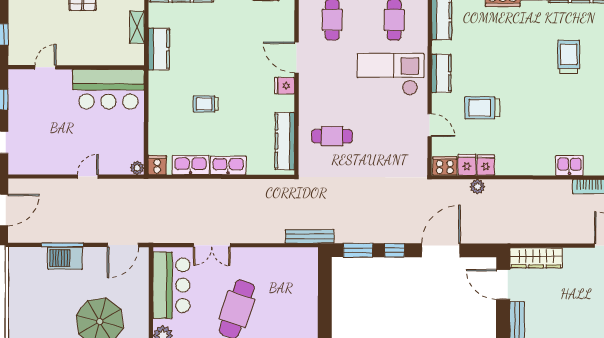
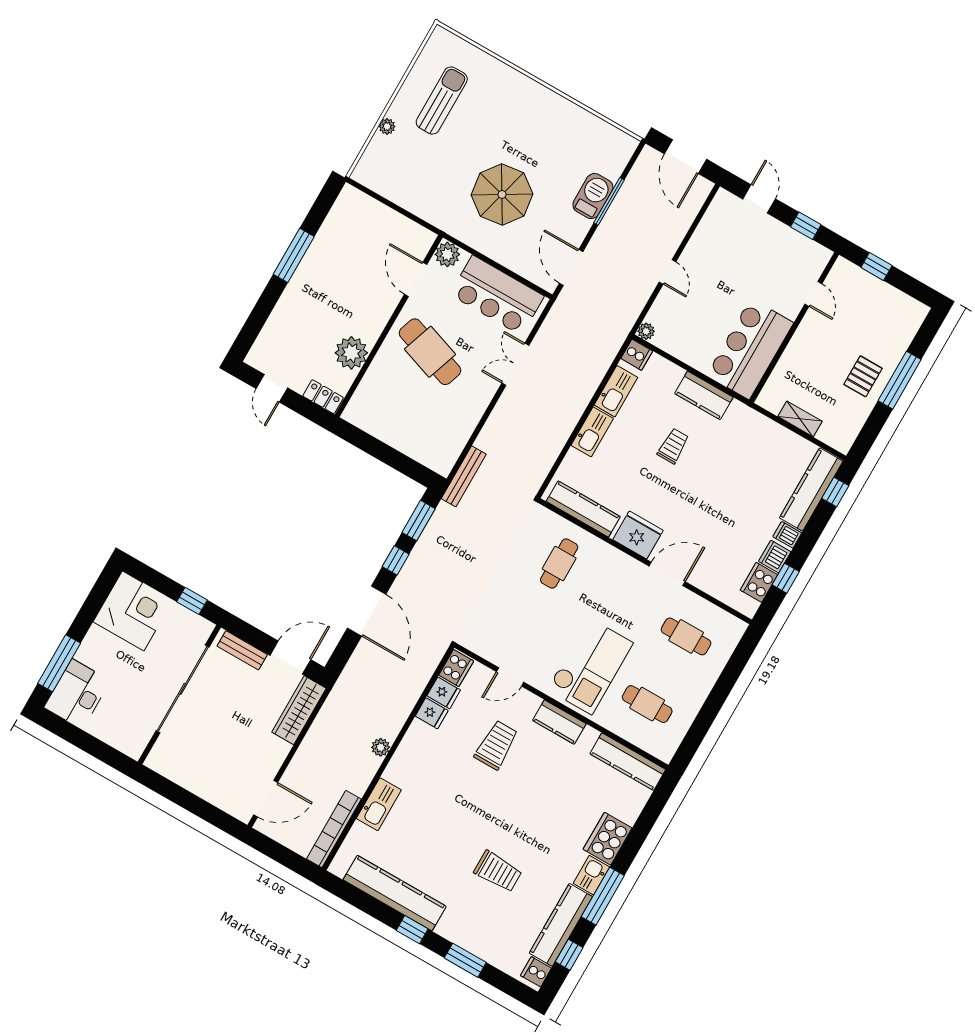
kitchen counter: (159, 49) -> (704, 395), moved
fridge: (285, 86) -> (638, 535), width x1.88, depth x1.34
kitchen sink: (569, 165) -> (379, 804), width x1.38
plant: (477, 187) -> (381, 747), moved

